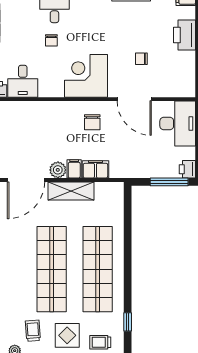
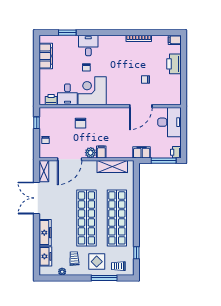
corner desk: (86, 76) -> (92, 91), moved
door: (134, 99) -> (141, 106), hinge flipped
chair: (92, 122) -> (81, 123), moved
filing cabinet: (95, 169) -> (142, 152), moved
shelving: (71, 191) -> (112, 167), moved

